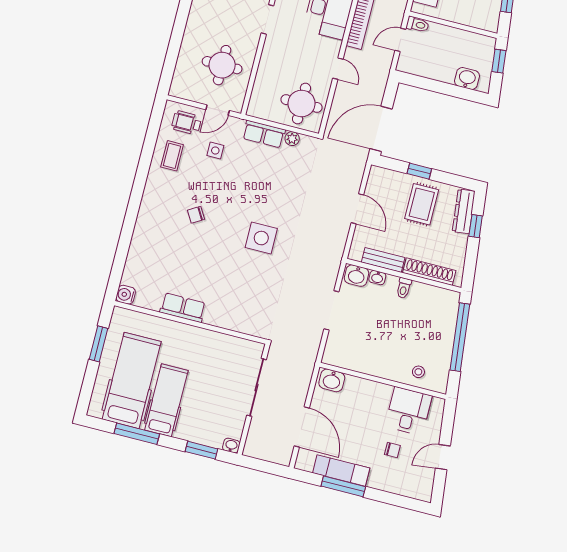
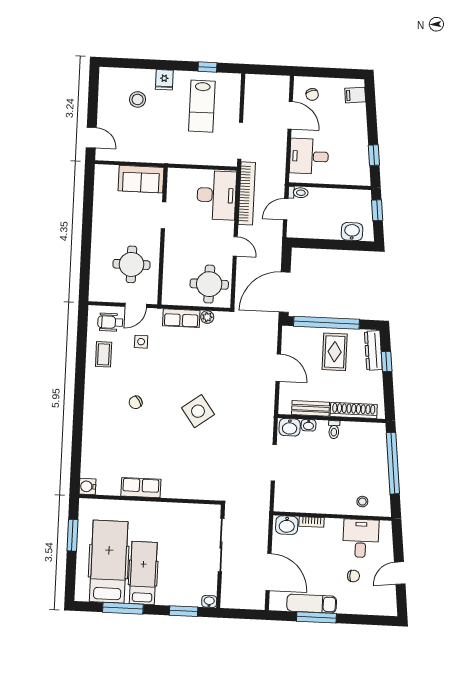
window: (419, 171) -> (326, 323), width x3.17
side table: (261, 238) -> (198, 411), turned -36
bookcase: (359, 383) -> (311, 522), added

